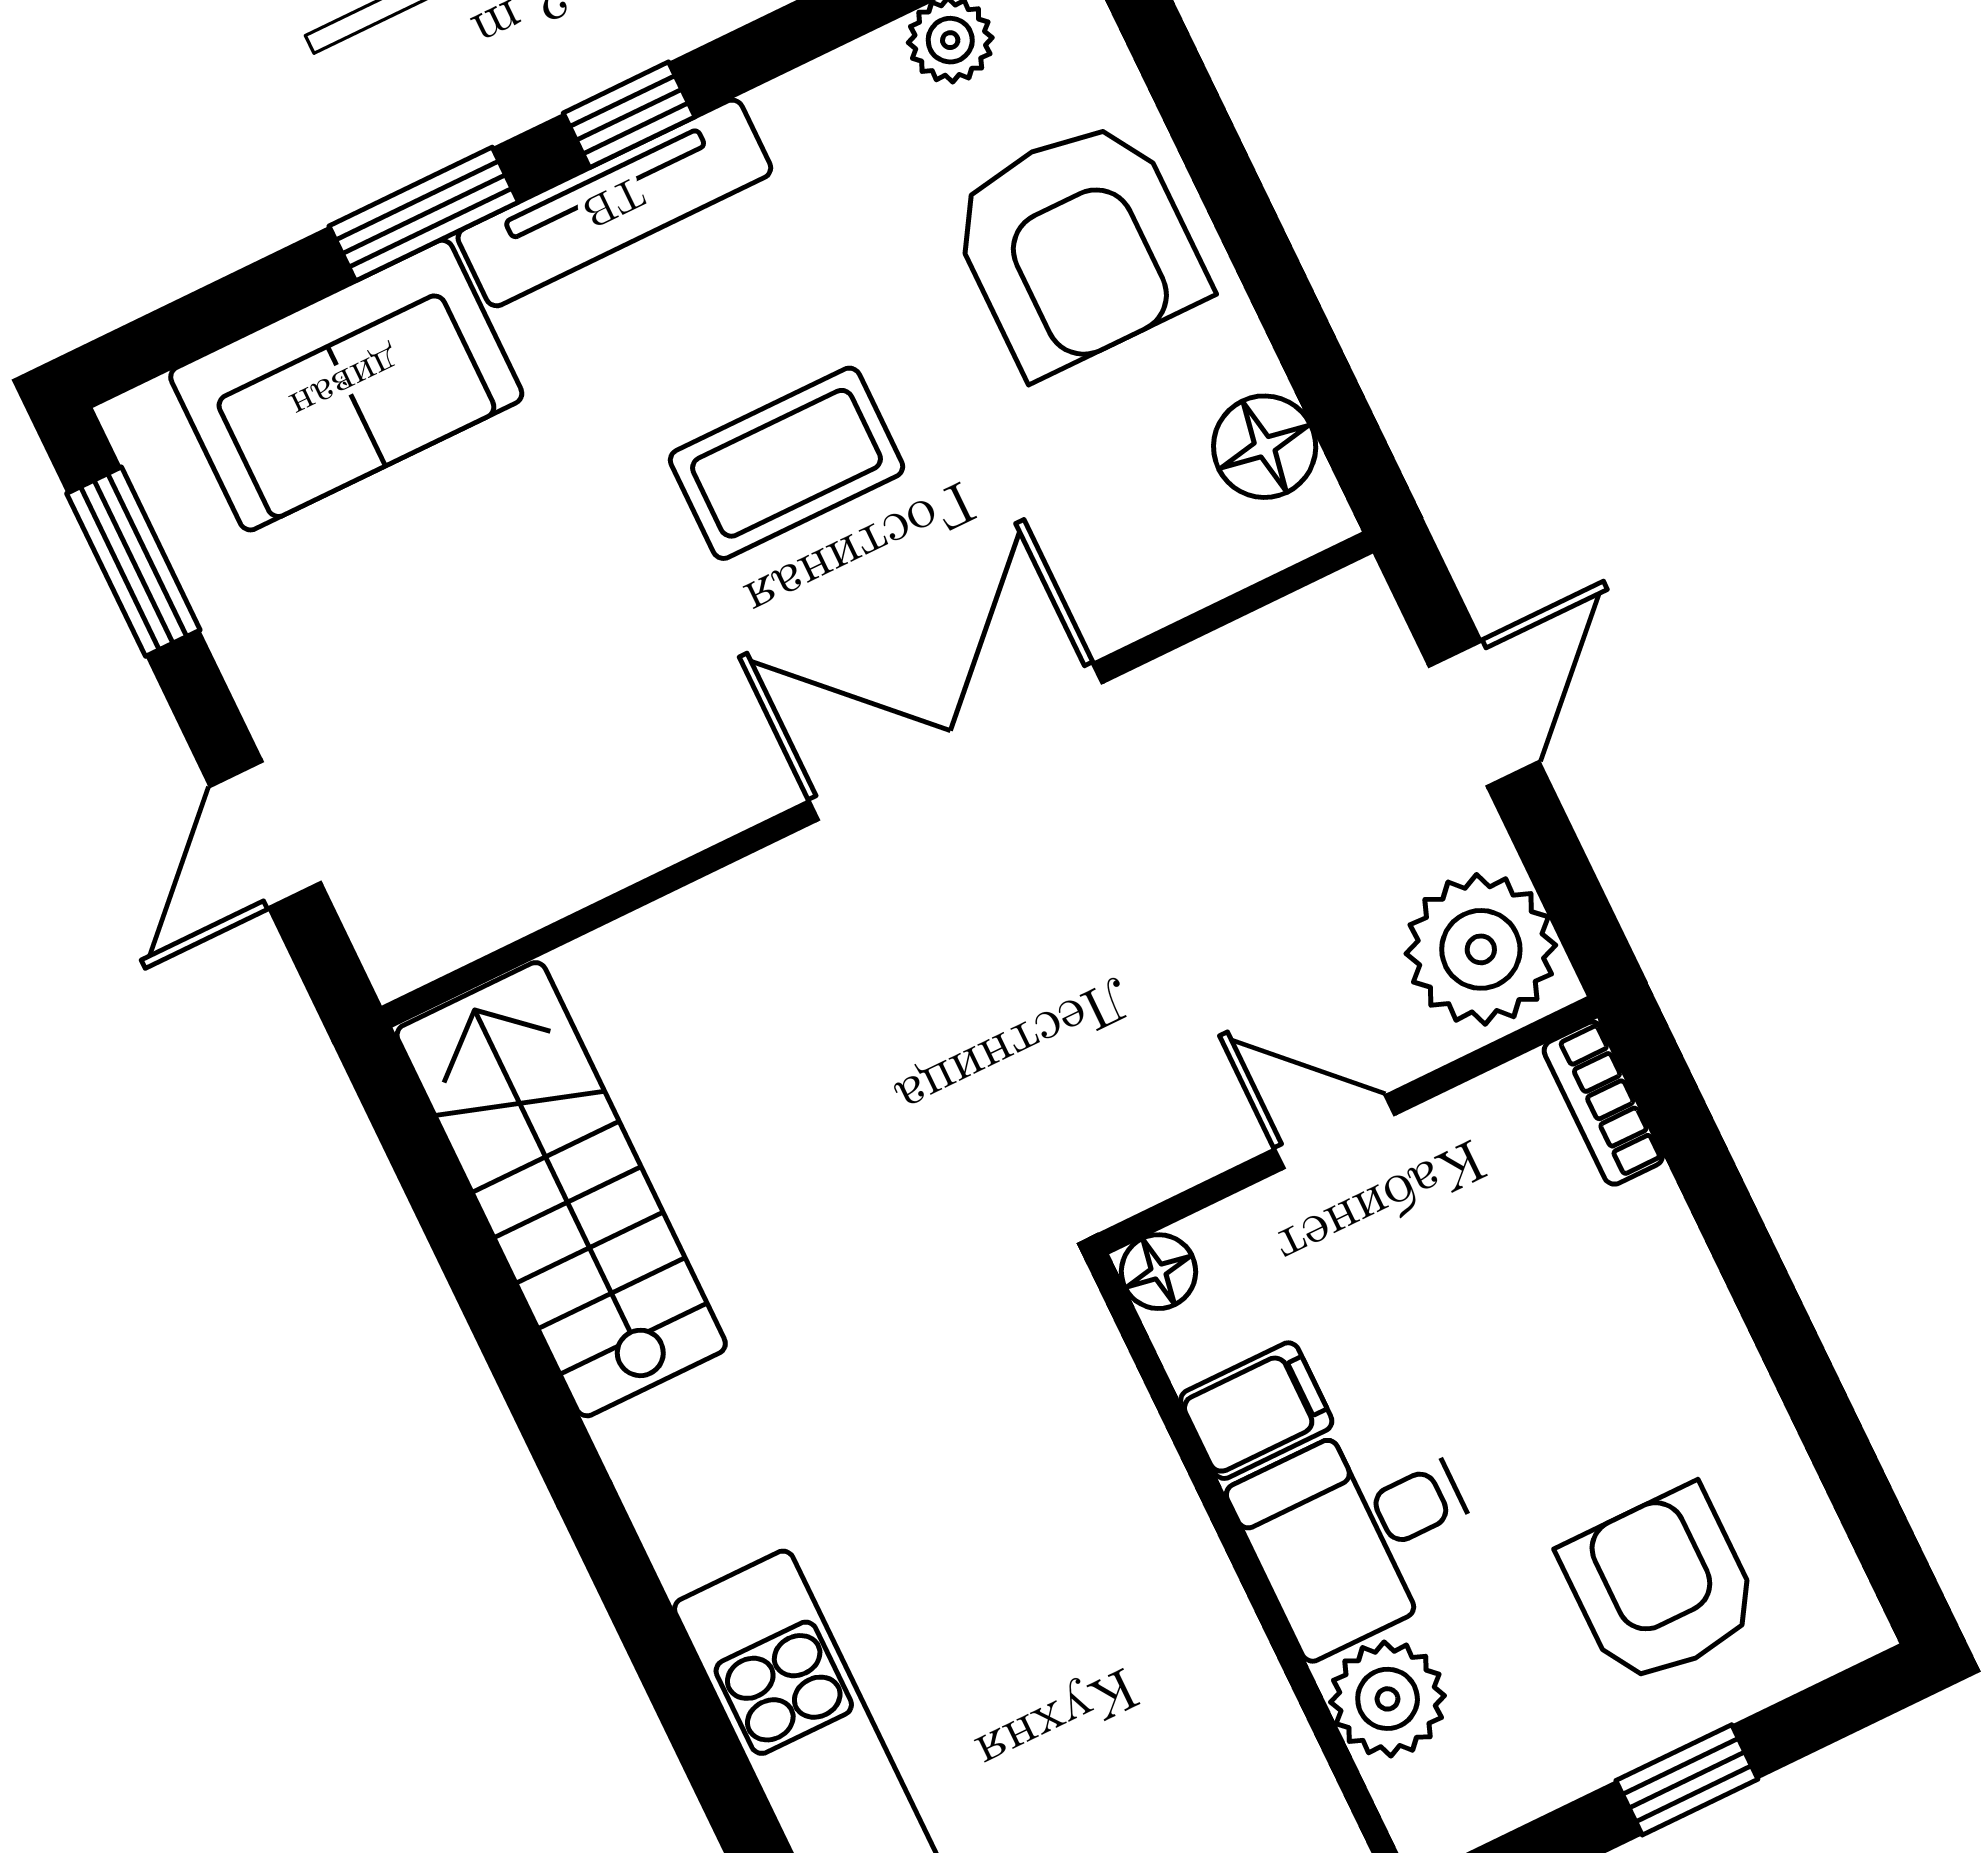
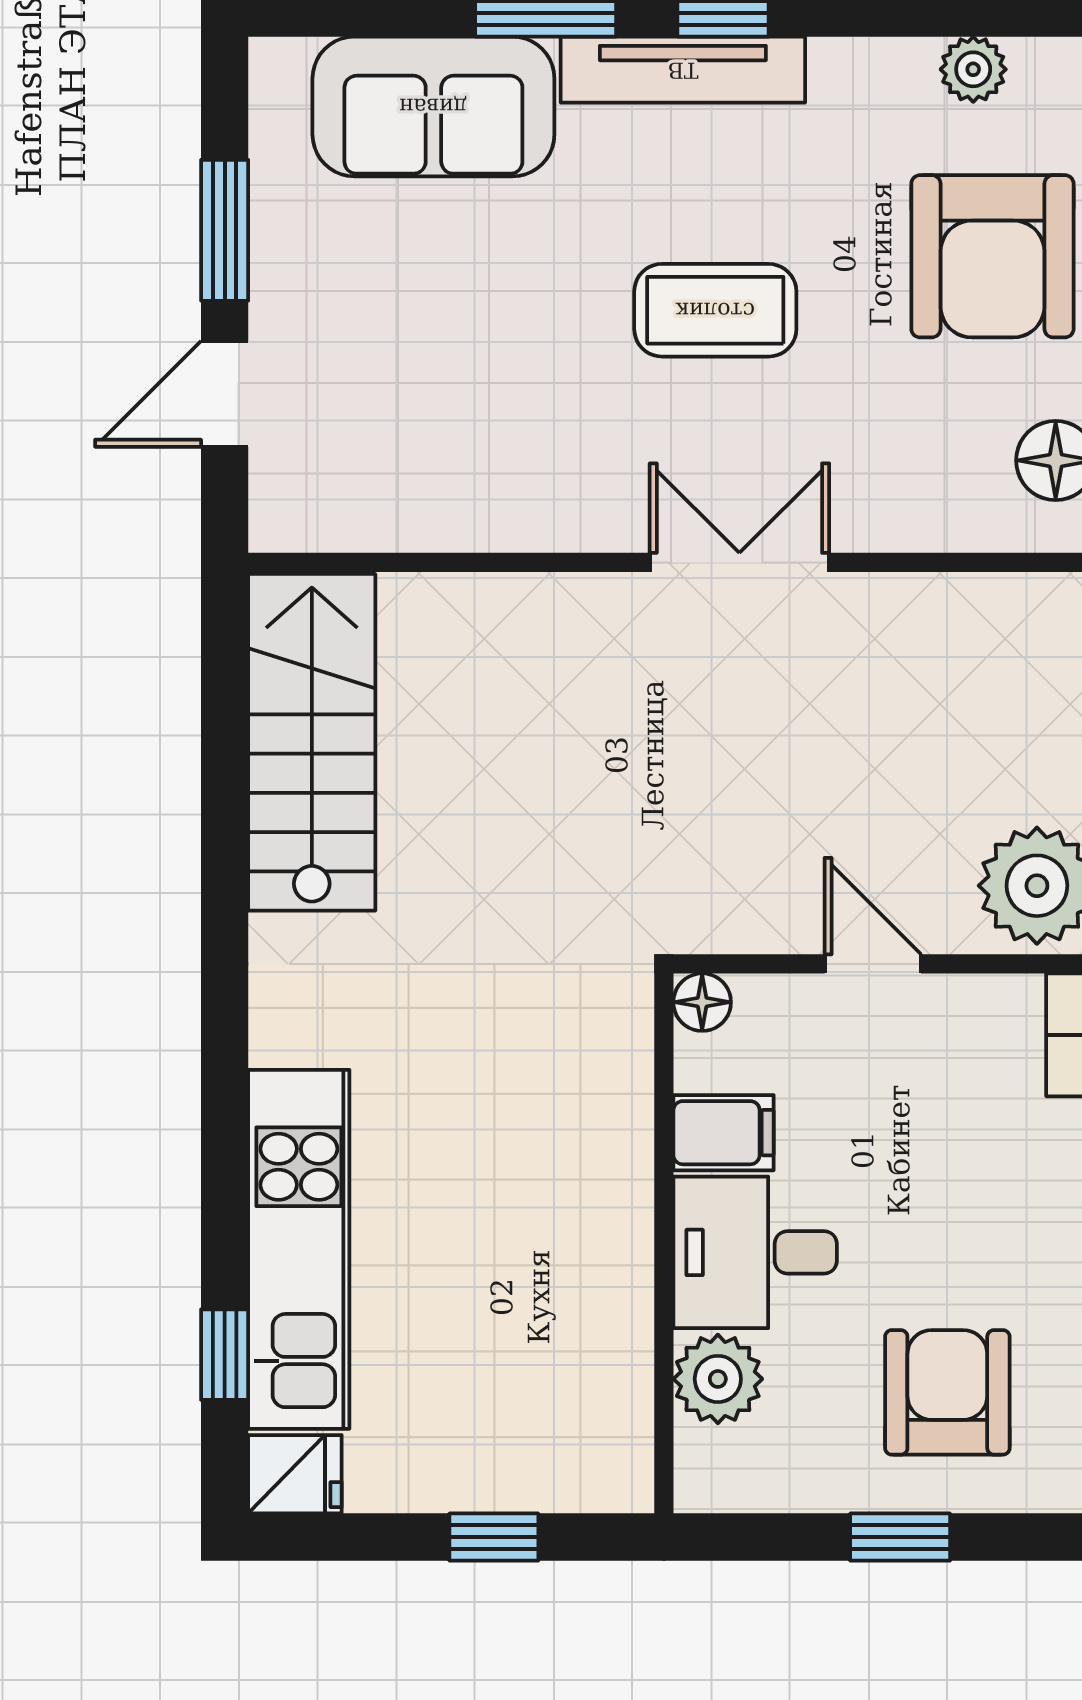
window: (133, 562) -> (225, 230), moved
double door: (956, 742) -> (739, 562), width x0.73

